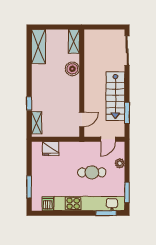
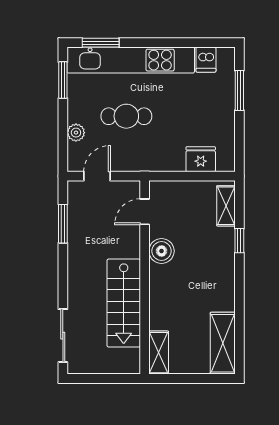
boiler: (72, 69) -> (162, 251), moved
stairs: (115, 96) -> (124, 303), moved, turned 180

